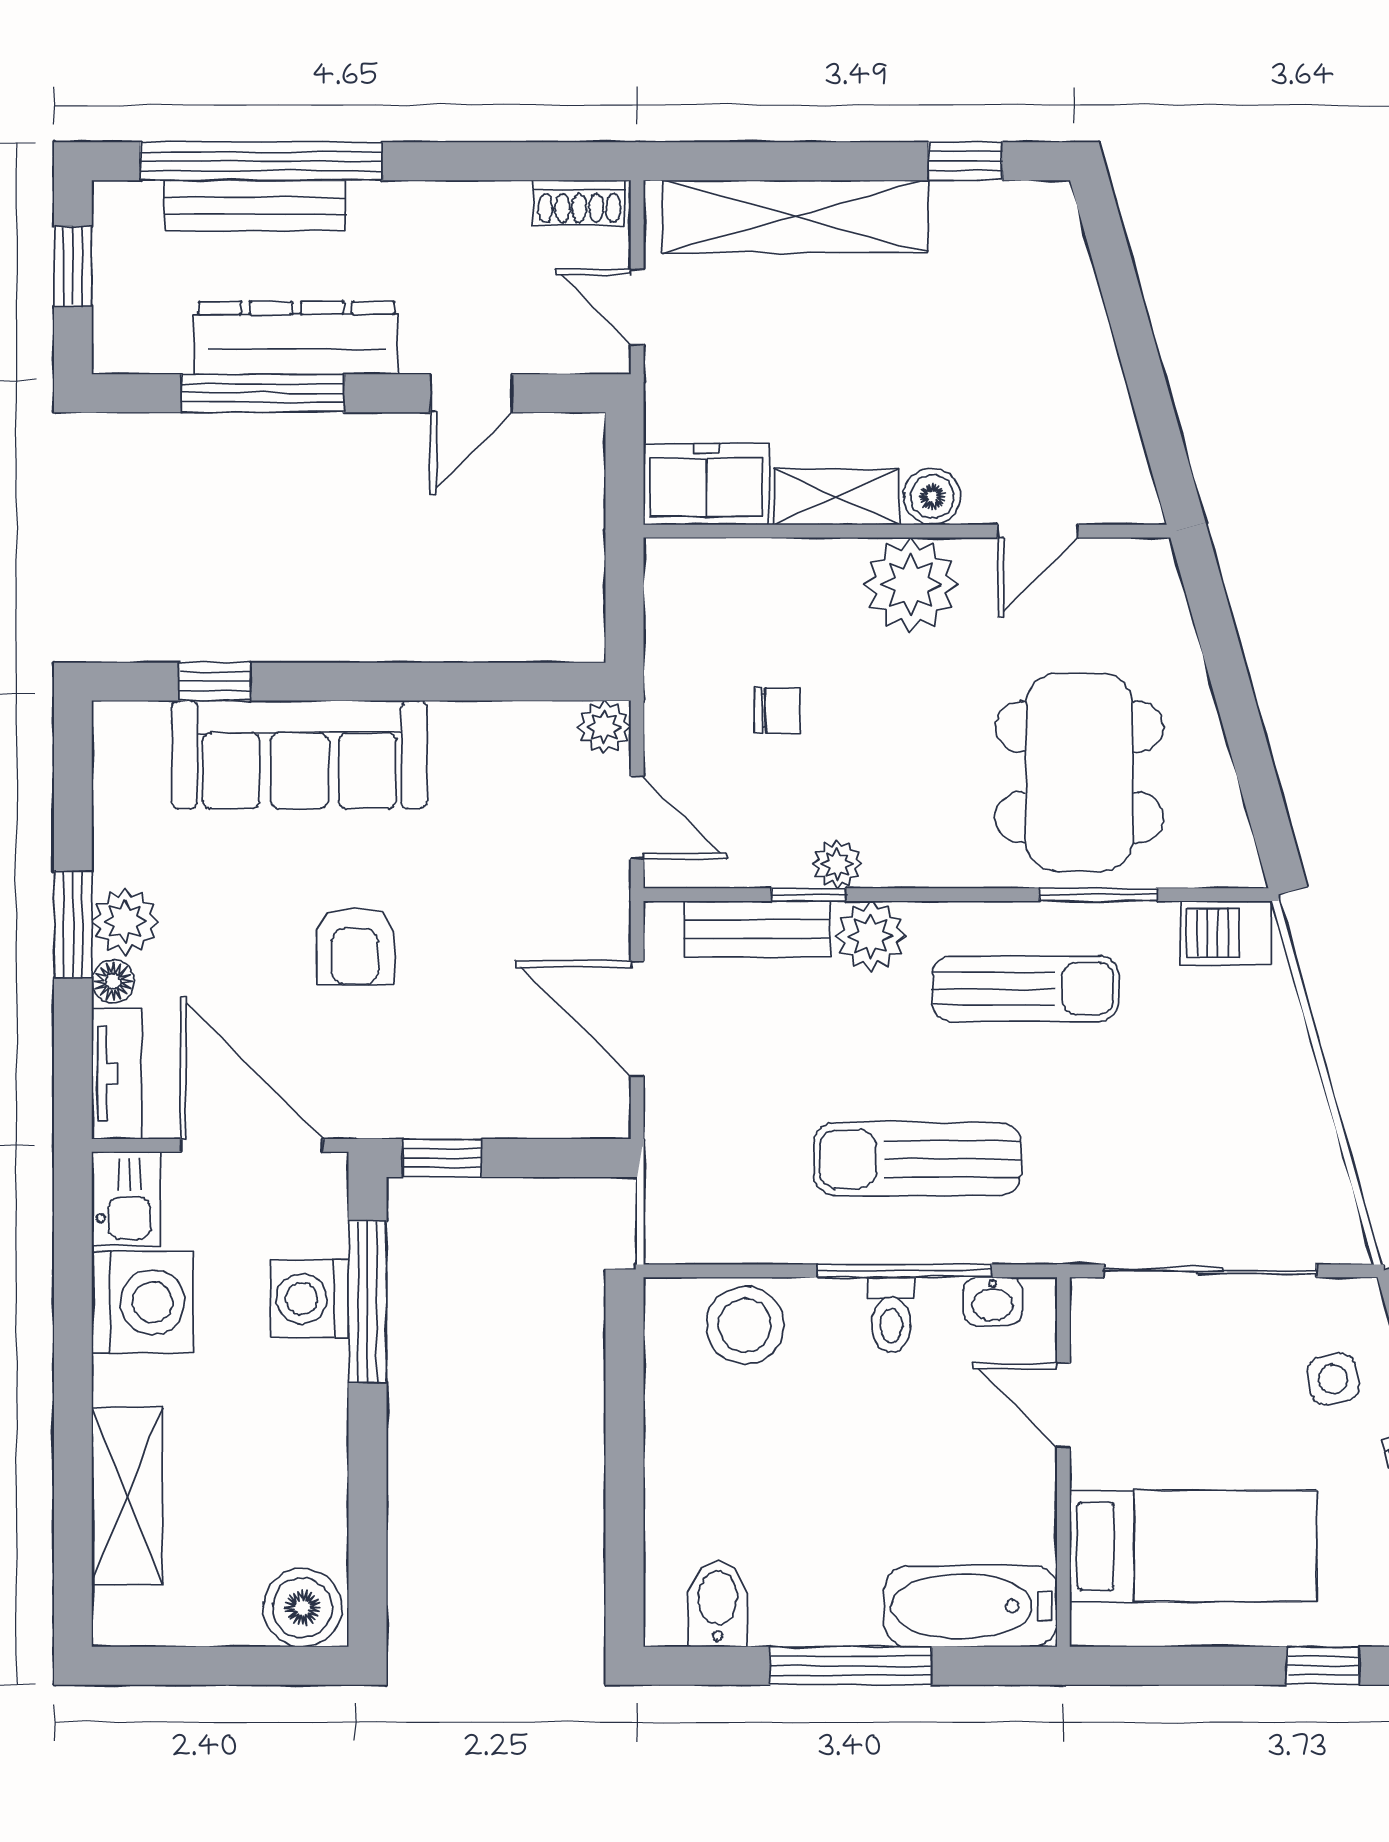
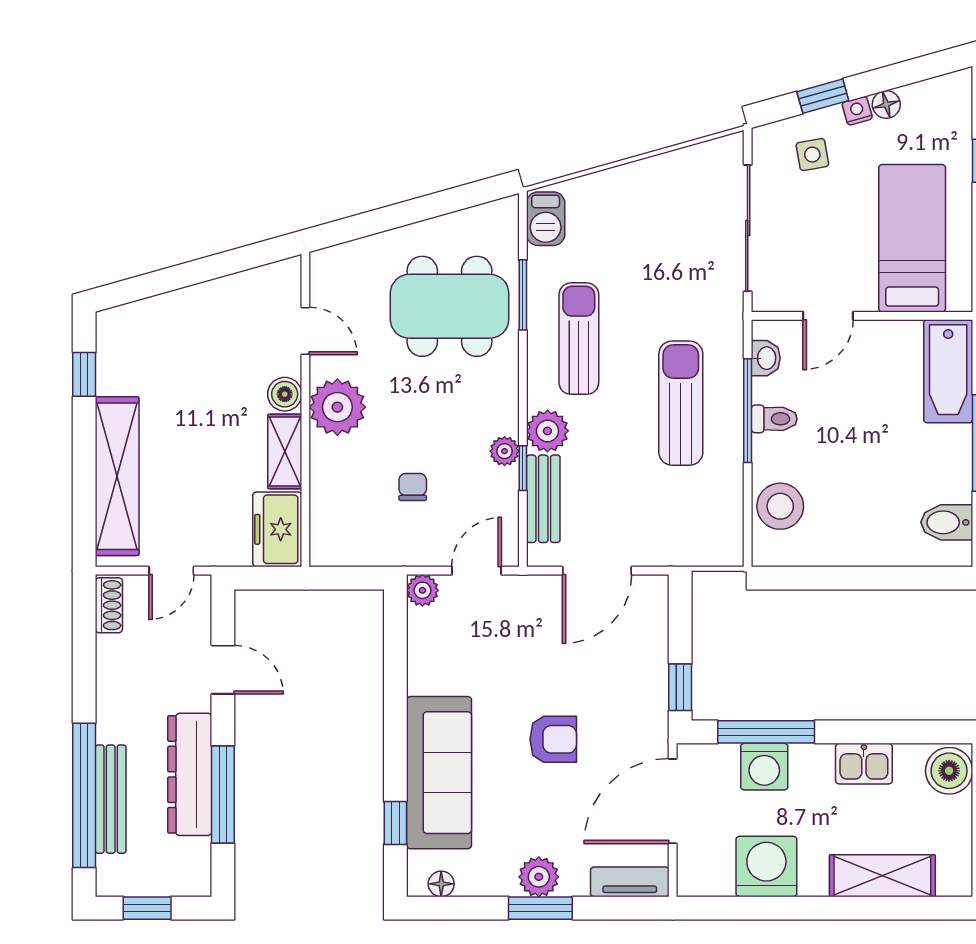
floor lamp: (113, 981) -> (441, 884), moved
sun lounger: (917, 1159) -> (681, 403), turned 180
kitchen sink: (126, 1199) -> (864, 764), moved, turned 180

